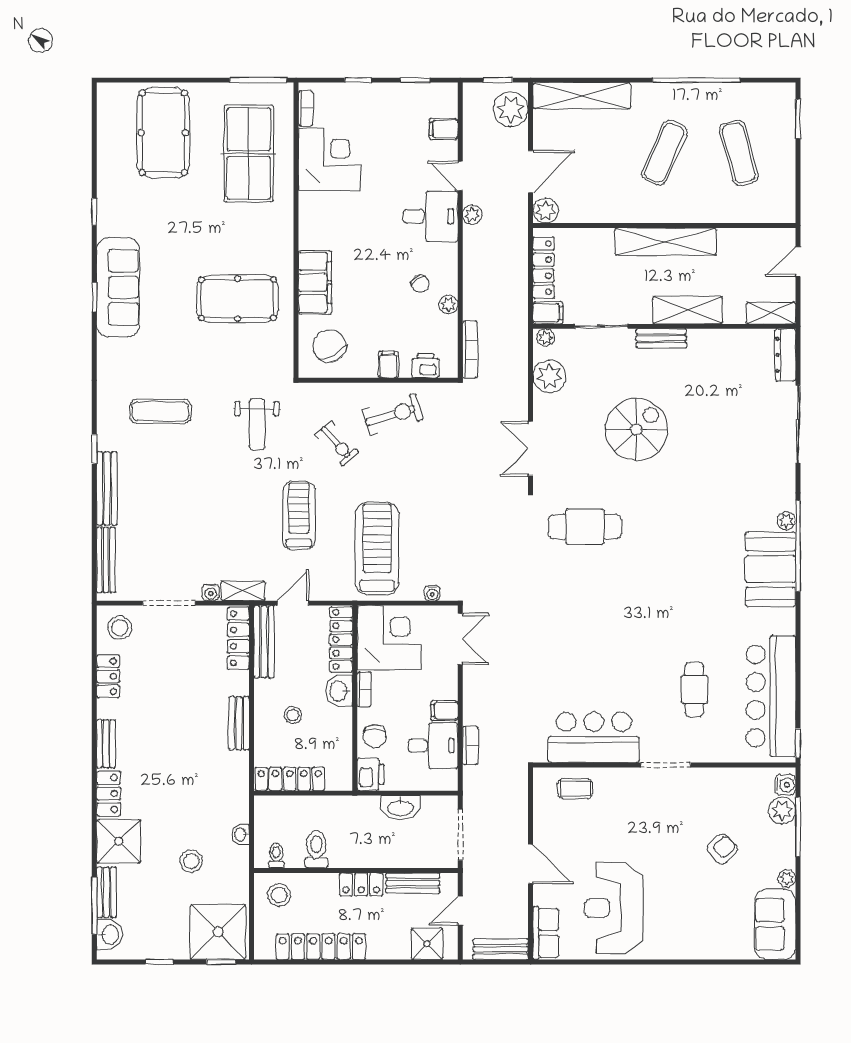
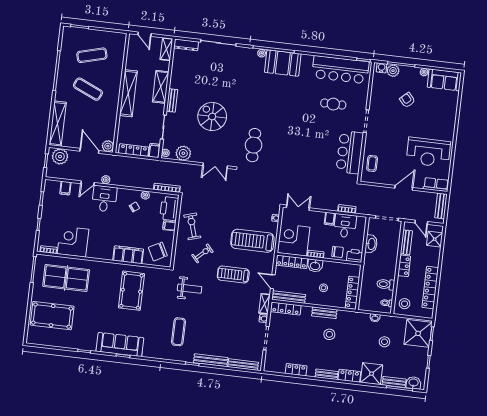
printer: (425, 366) -> (169, 209), width x1.87, depth x1.48
stool: (120, 628) -> (329, 334), moved

